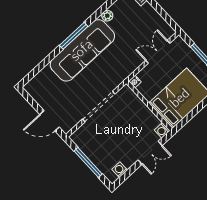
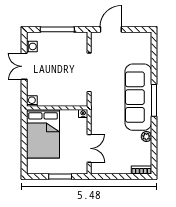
double door: (150, 153) -> (24, 66), moved

